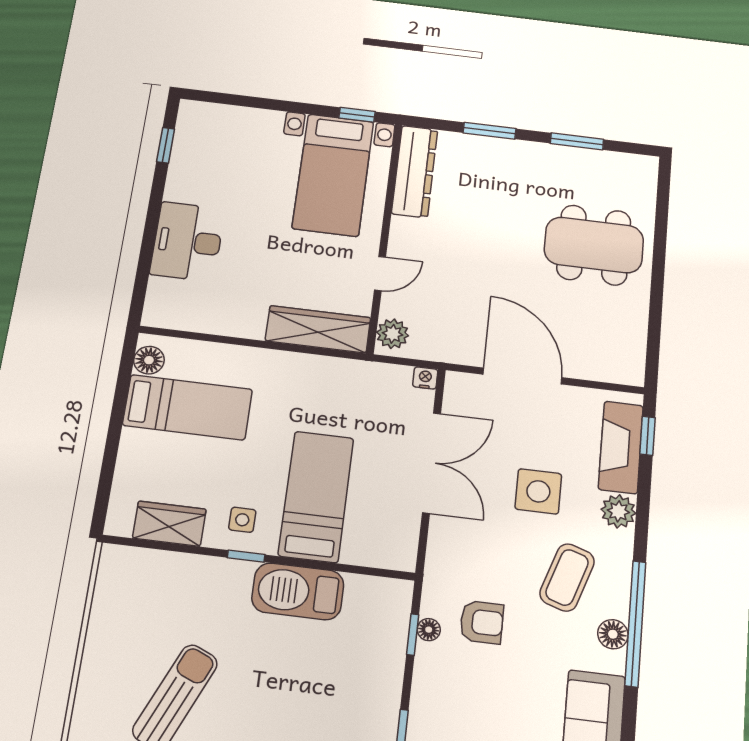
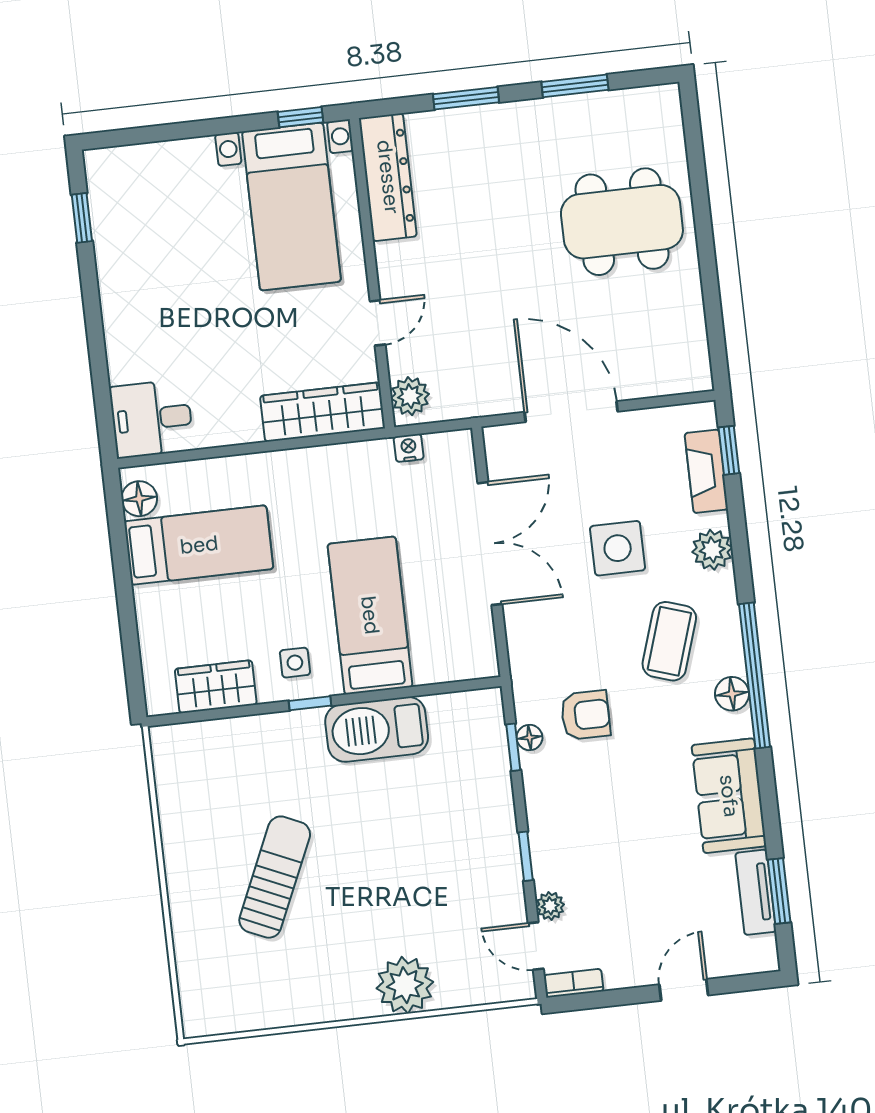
desk: (187, 242) -> (152, 419), moved, width x0.73
nightstand: (425, 378) -> (409, 448), moved
fireplace: (621, 447) -> (706, 471), width x0.73, depth x0.76

